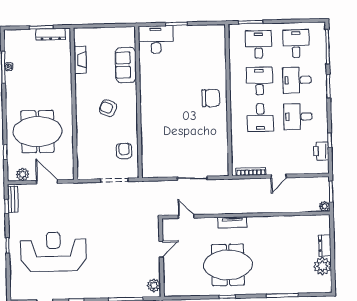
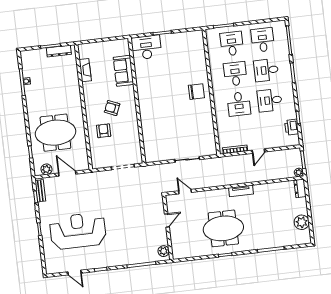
armchair: (124, 151) -> (104, 131), moved
tv unit: (232, 222) -> (241, 191), moved
dresser: (325, 246) -> (300, 188), moved

